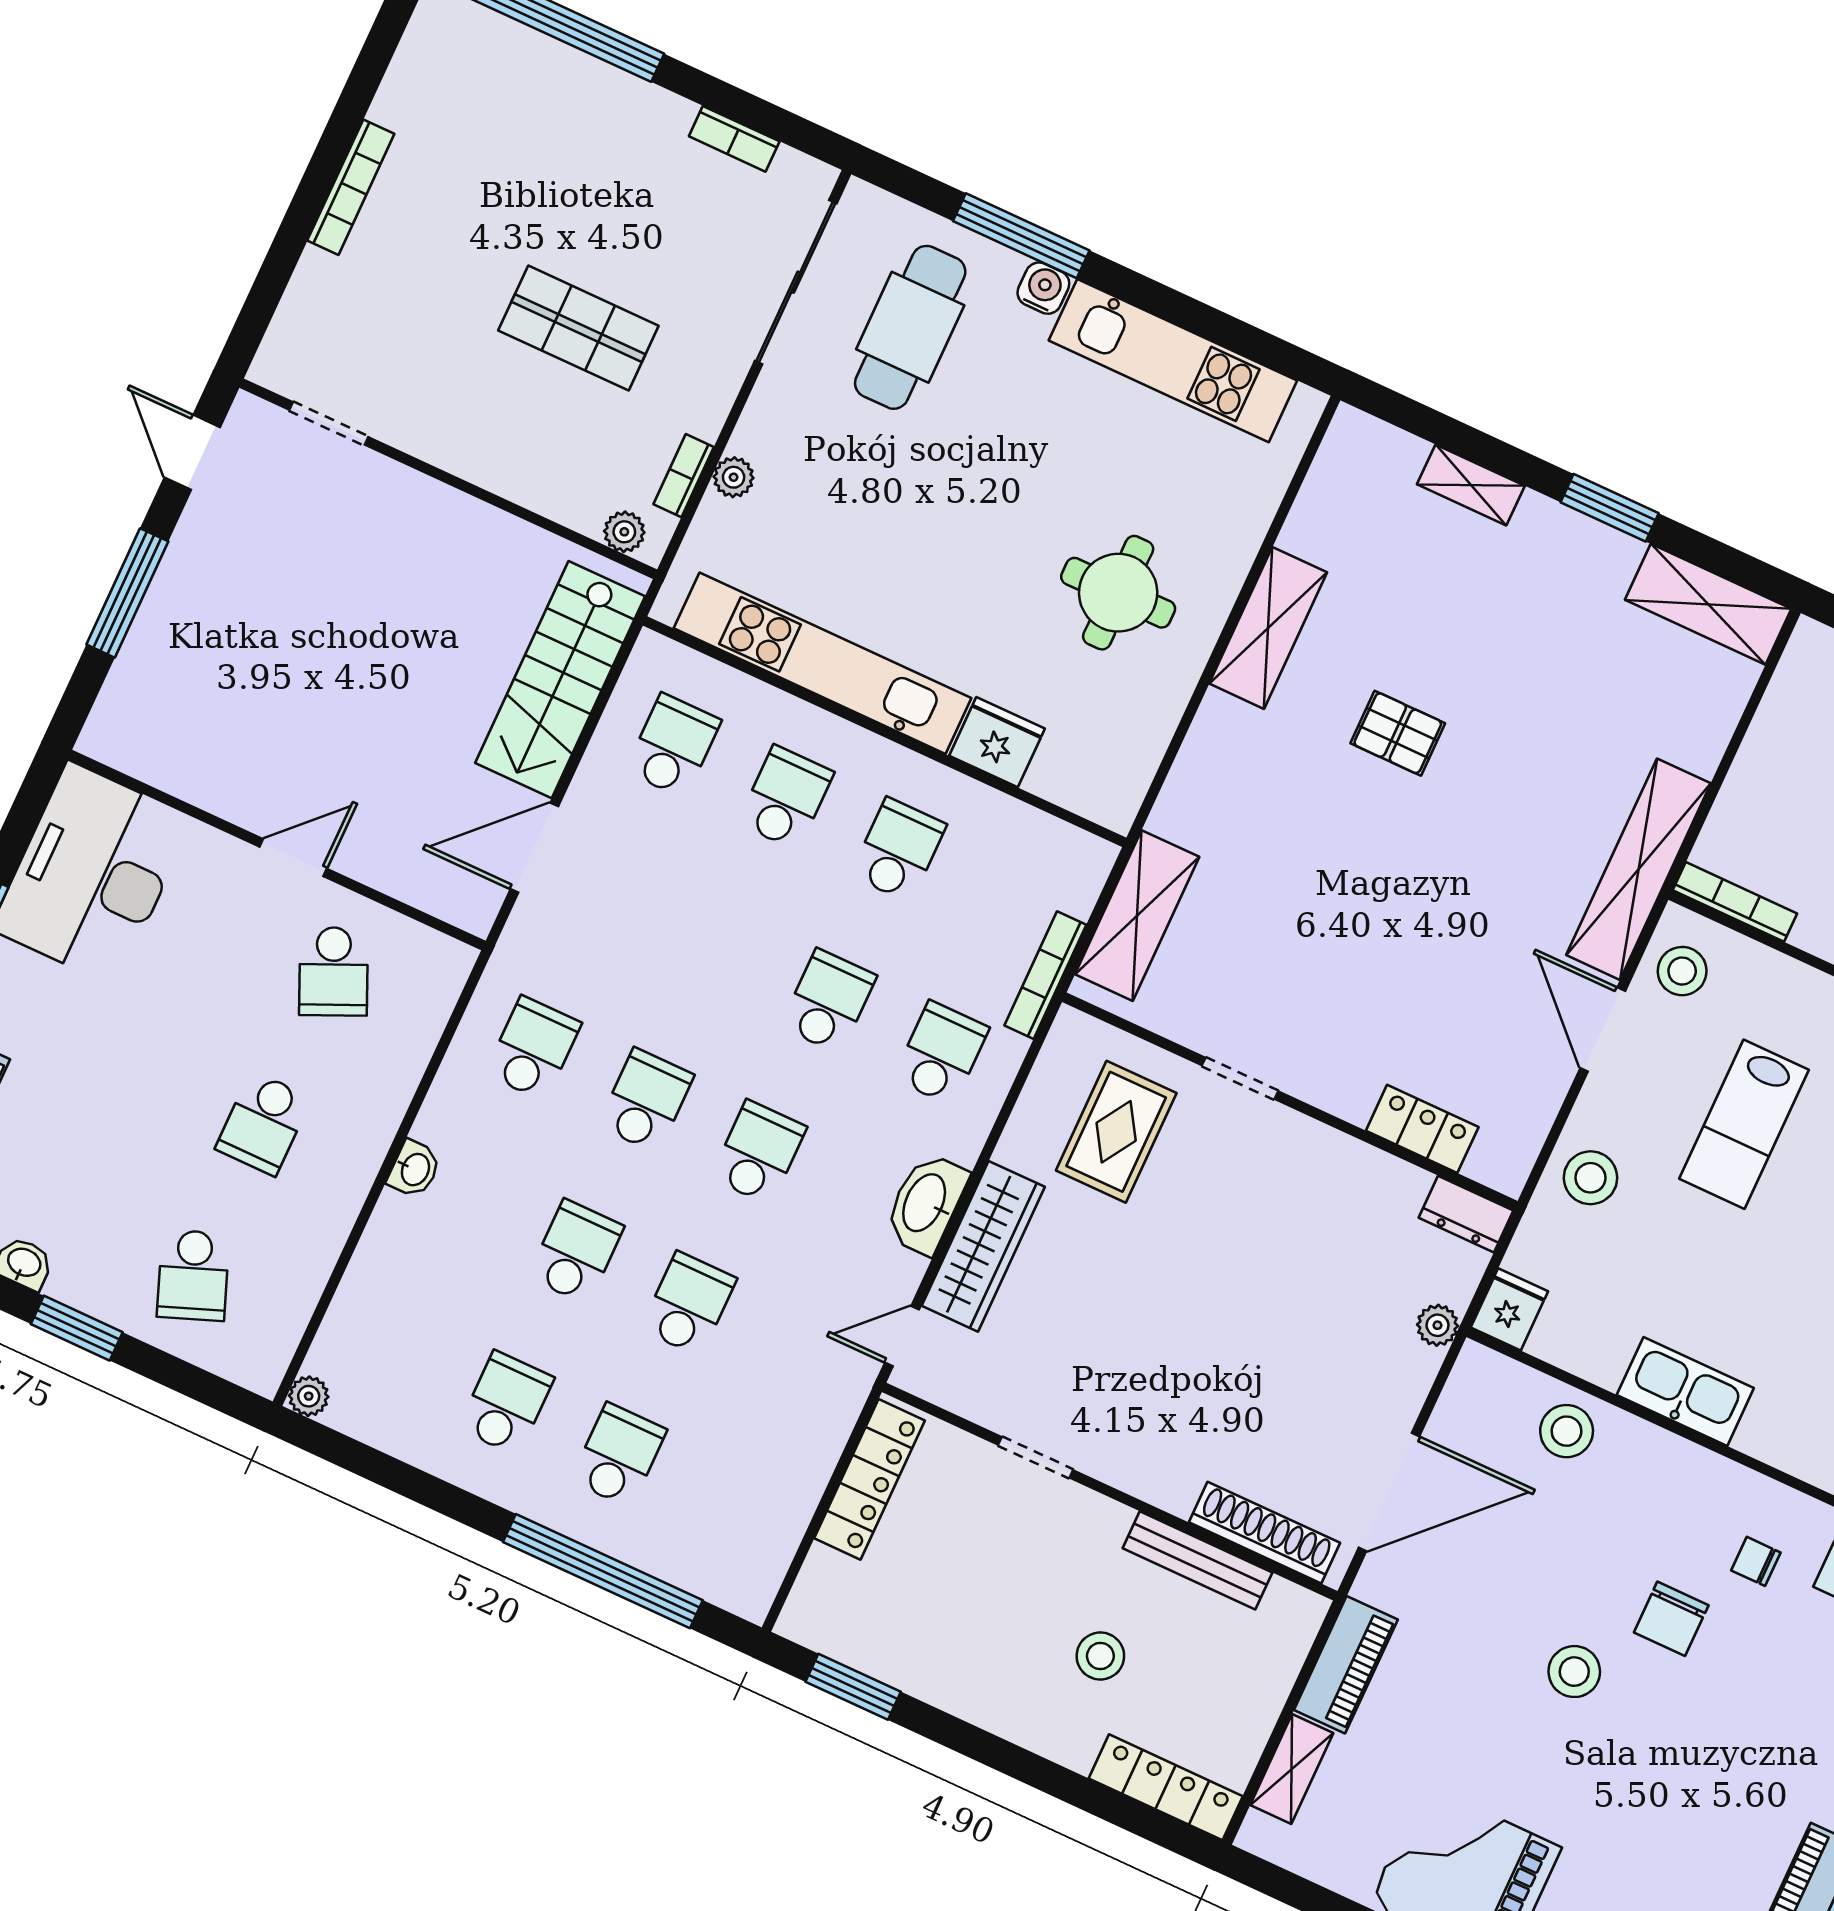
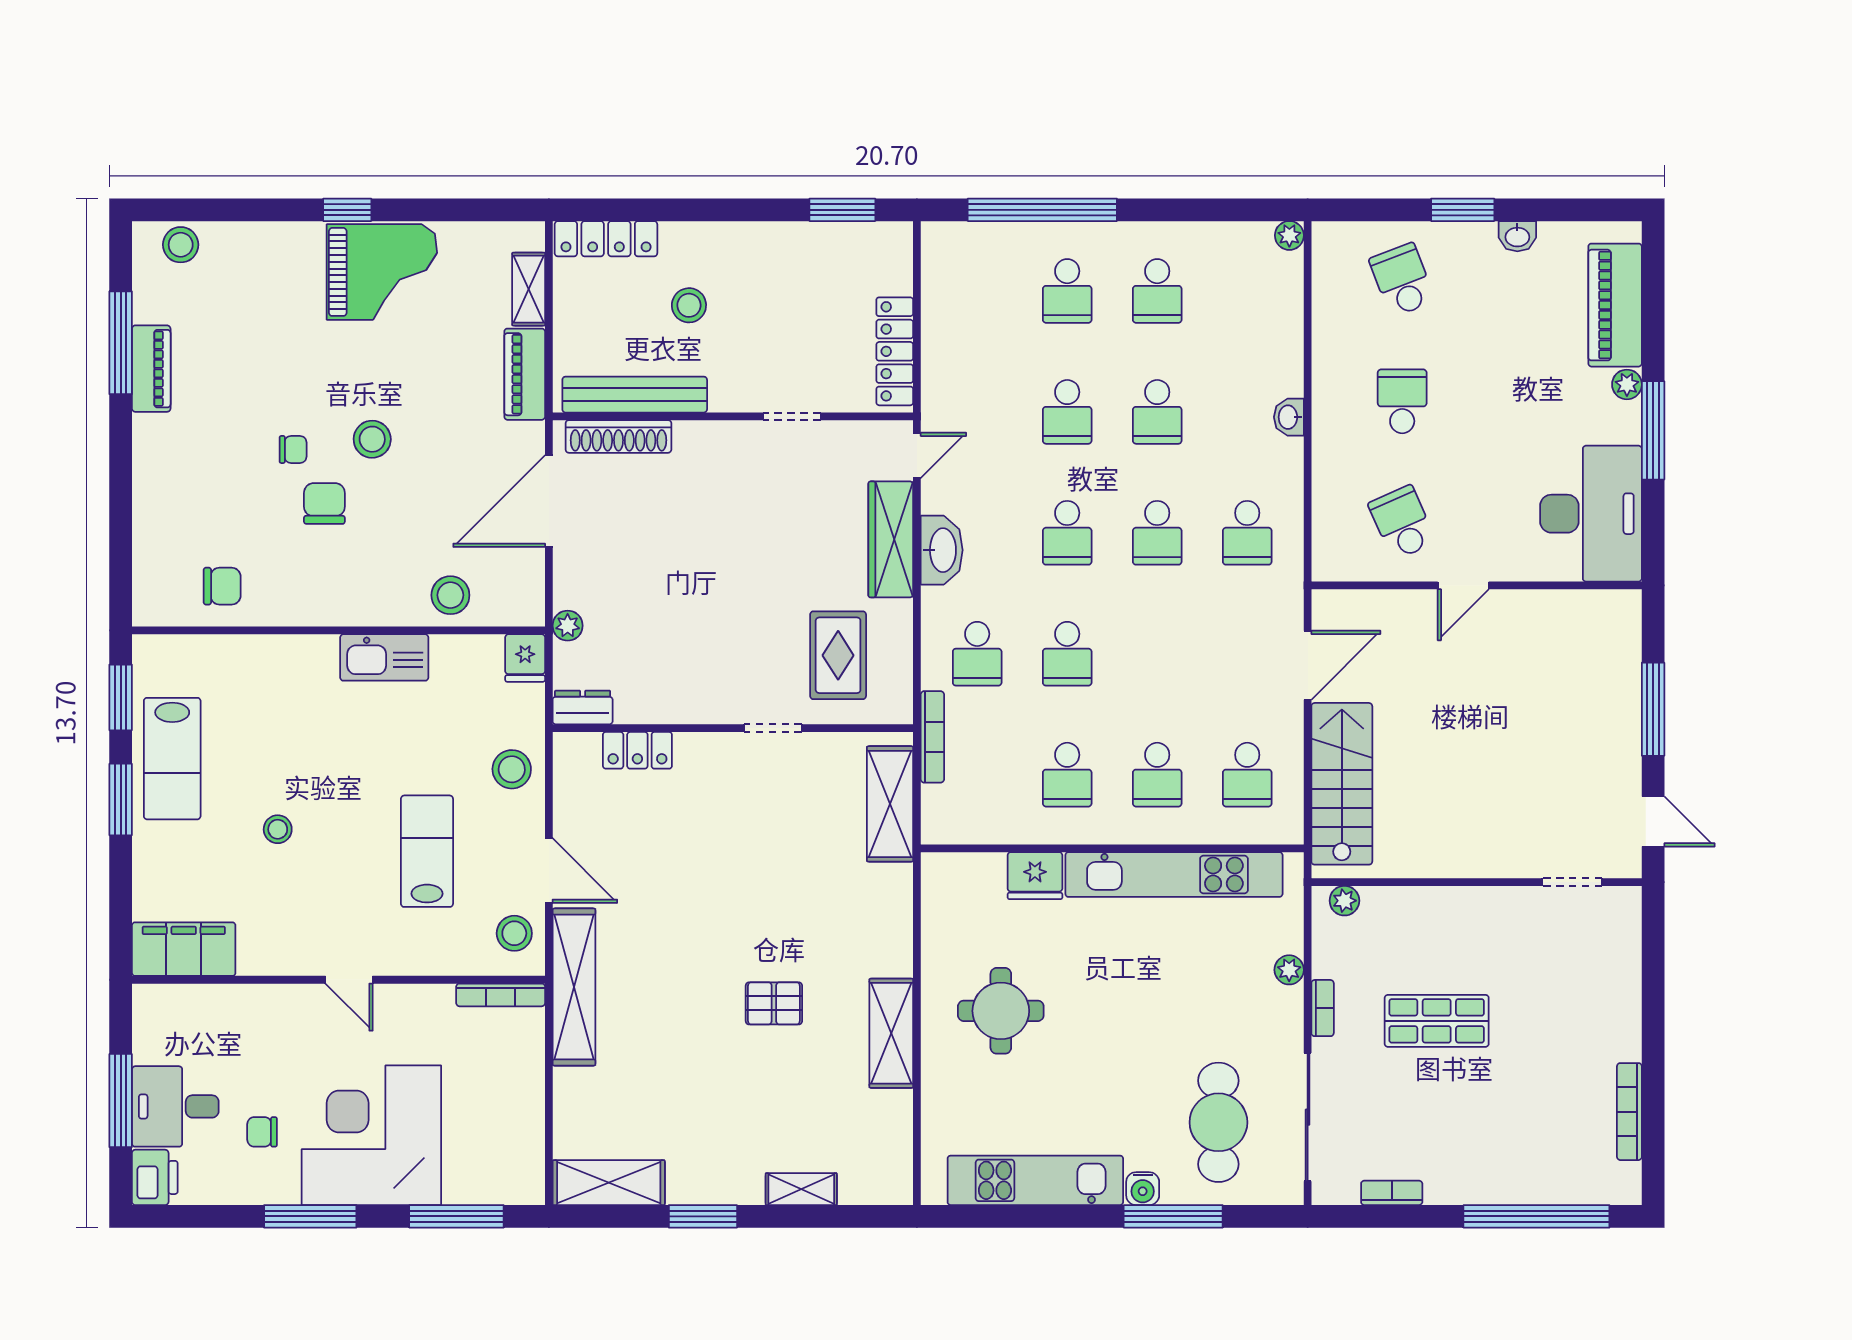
bookcase: (351, 187) -> (1629, 1112), moved
bookcase: (684, 476) -> (1323, 1008), moved
bench: (1198, 1560) -> (635, 395), width x1.37, depth x1.21
chair: (1756, 1561) -> (293, 449), moved

